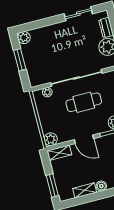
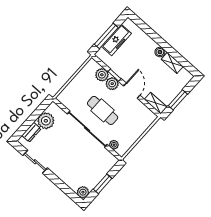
plant: (51, 139) -> (112, 84), moved
window: (52, 186) -> (178, 100), moved

